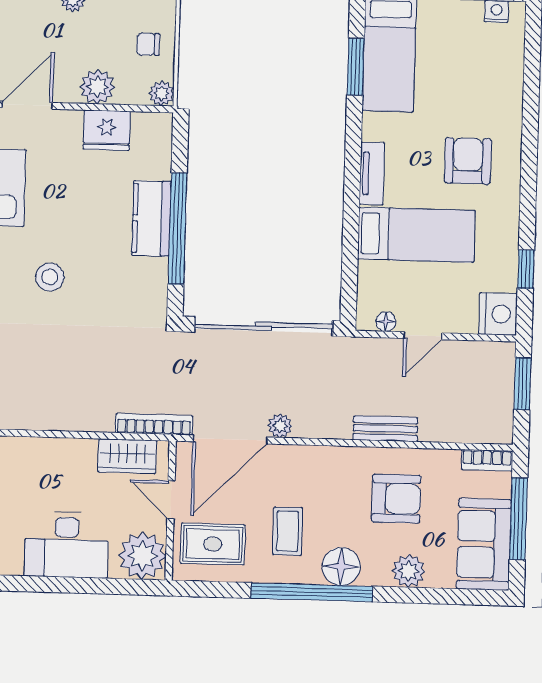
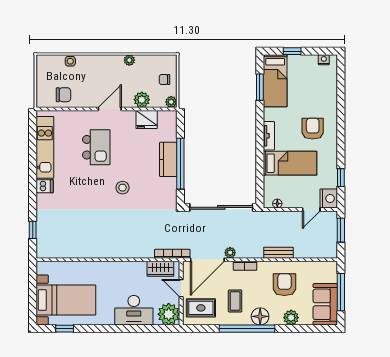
door: (423, 336) -> (311, 209), moved
bookcase: (487, 460) -> (245, 266), moved
armchair: (396, 499) -> (284, 285), turned -90

